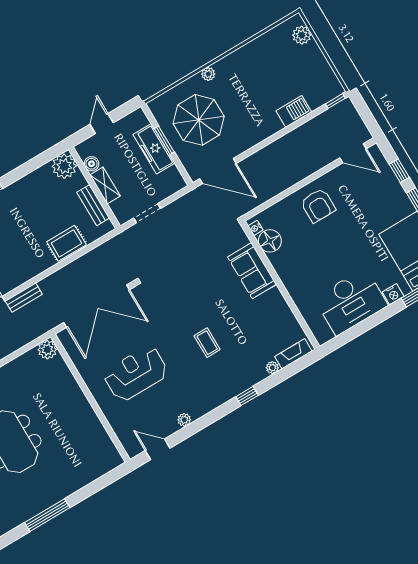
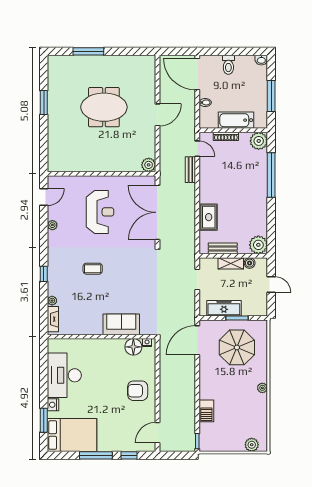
plant: (208, 74) -> (262, 388), moved
freezer: (154, 149) -> (224, 308), moved
window: (47, 515) -> (44, 102), width x0.69

